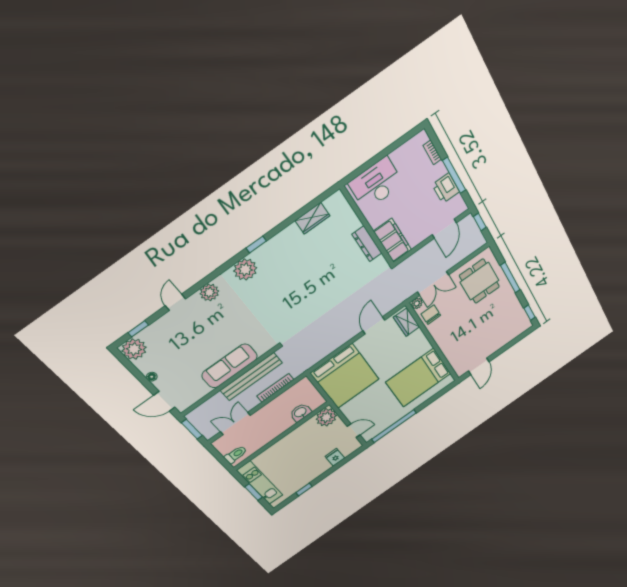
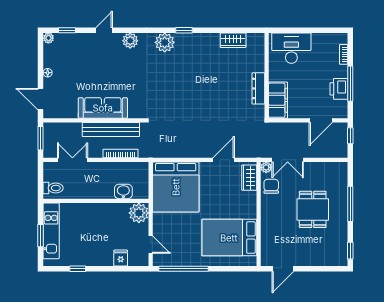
dining table: (479, 281) -> (313, 209), moved
plant: (134, 349) -> (48, 38), width x0.53, depth x0.53

